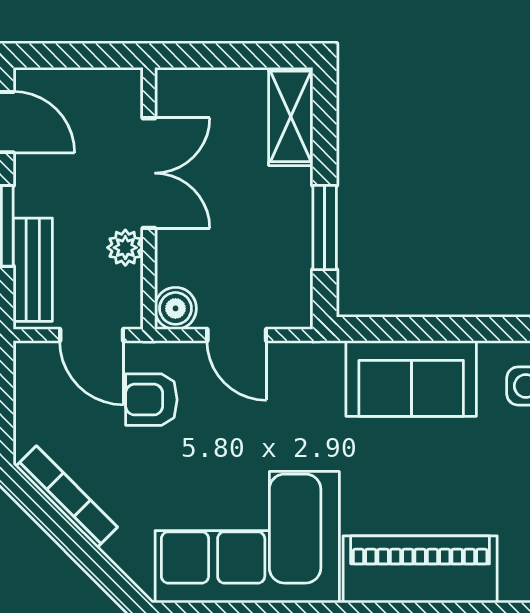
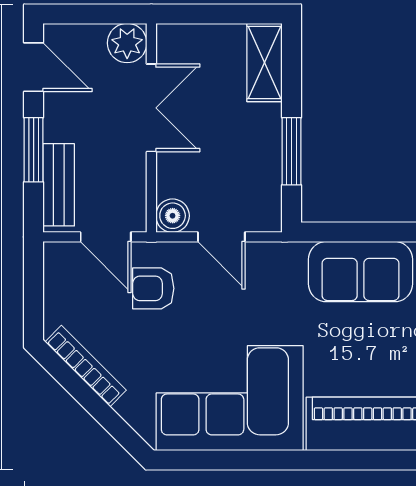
plant: (125, 248) -> (127, 43), moved, width x1.38, depth x1.38

